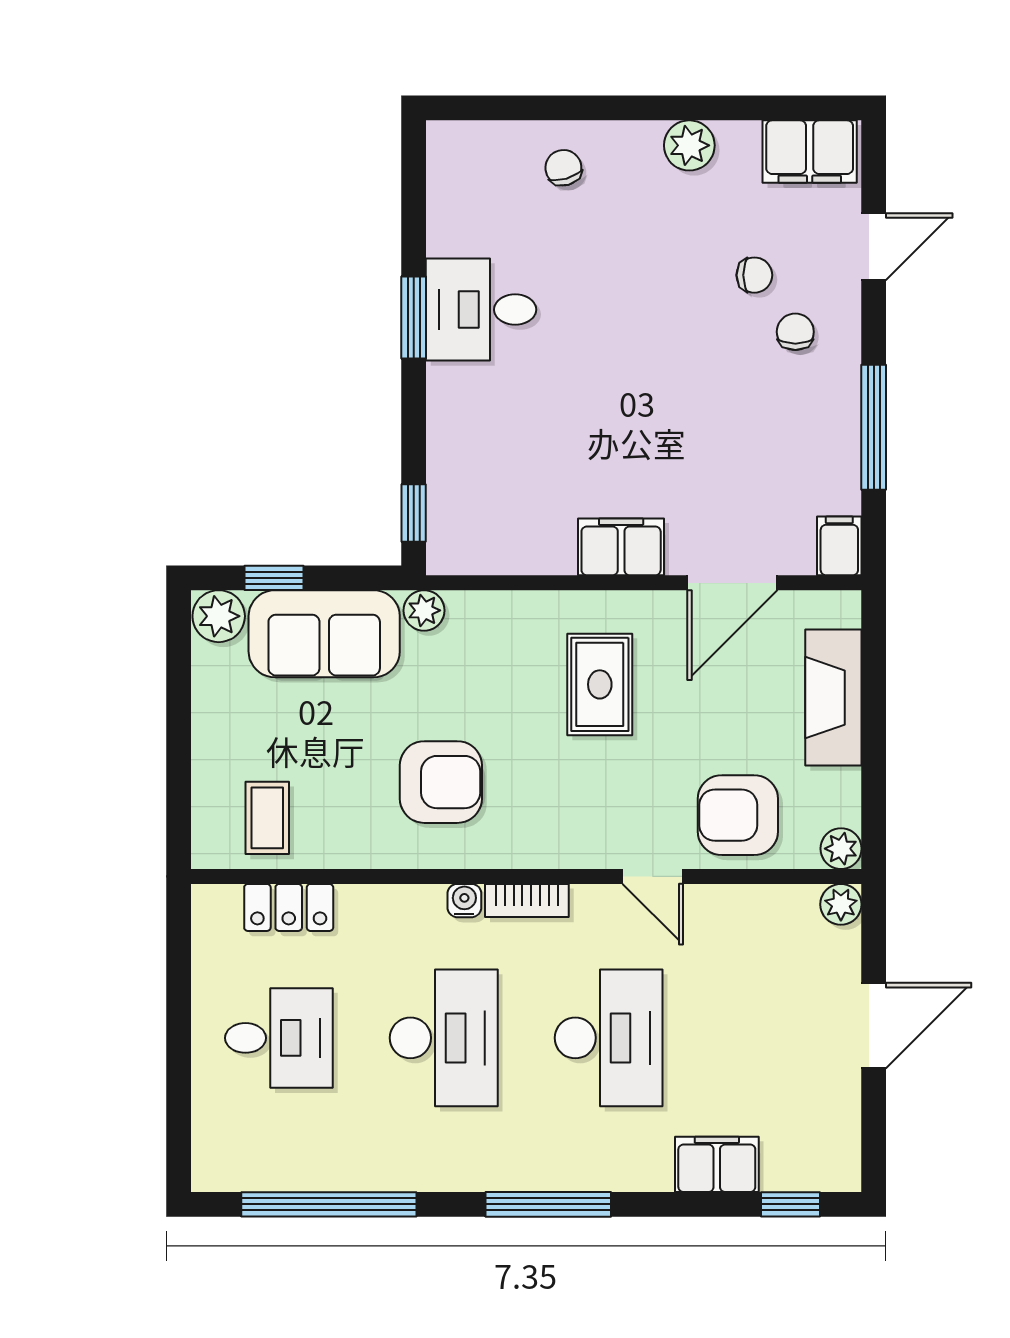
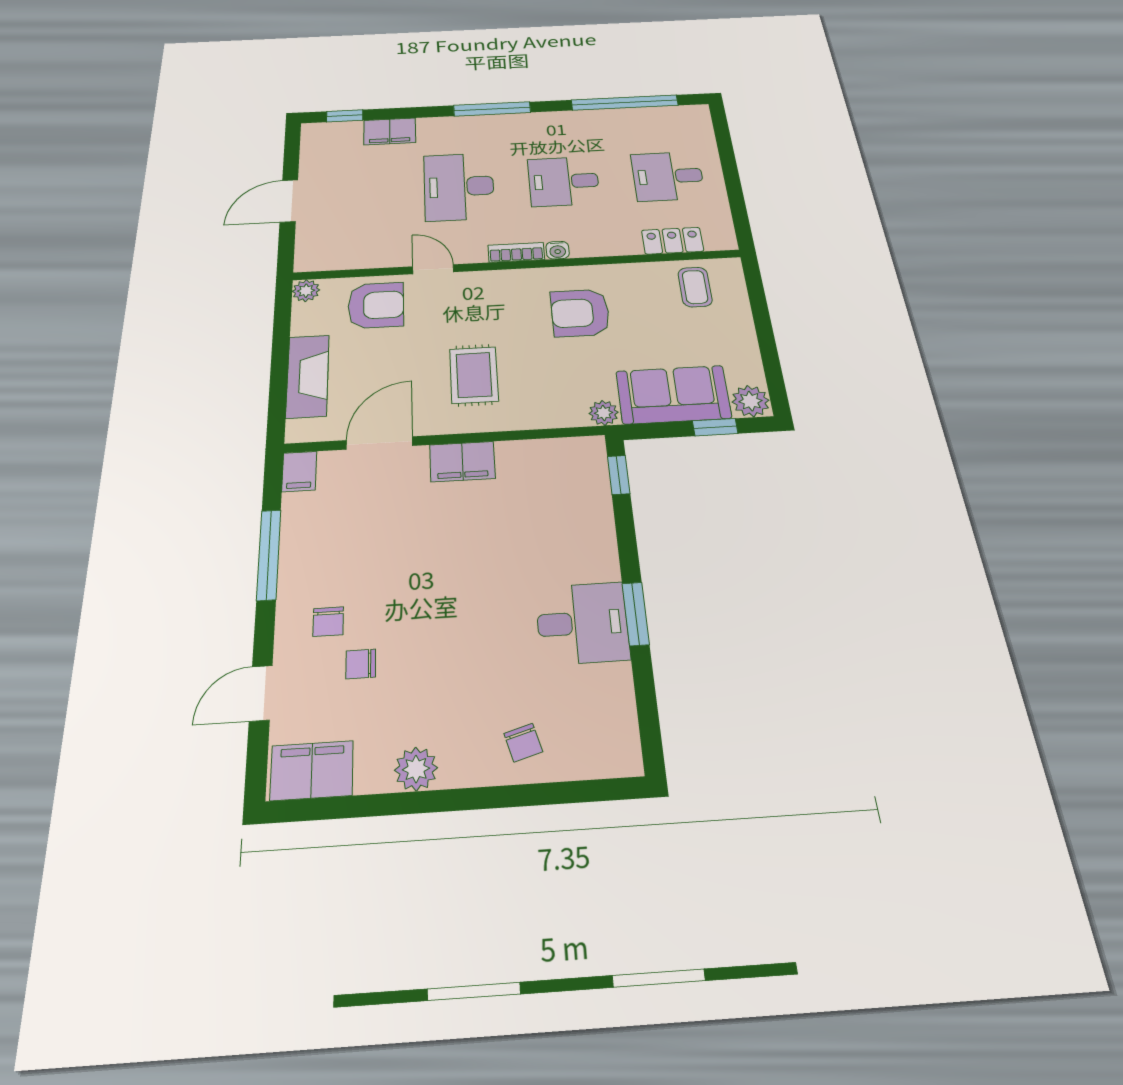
plant: (841, 904) -> (307, 261), removed
desk: (444, 1038) -> (564, 181), width x0.73

